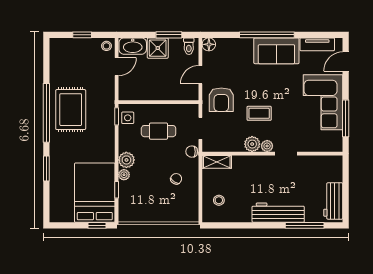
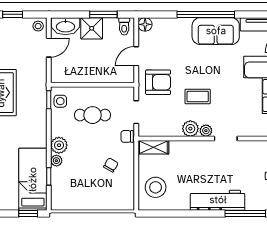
armchair: (221, 100) -> (158, 82), turned -90
bed: (95, 193) -> (33, 179), width x0.67
stool: (219, 200) -> (156, 187), width x1.89, depth x1.89

